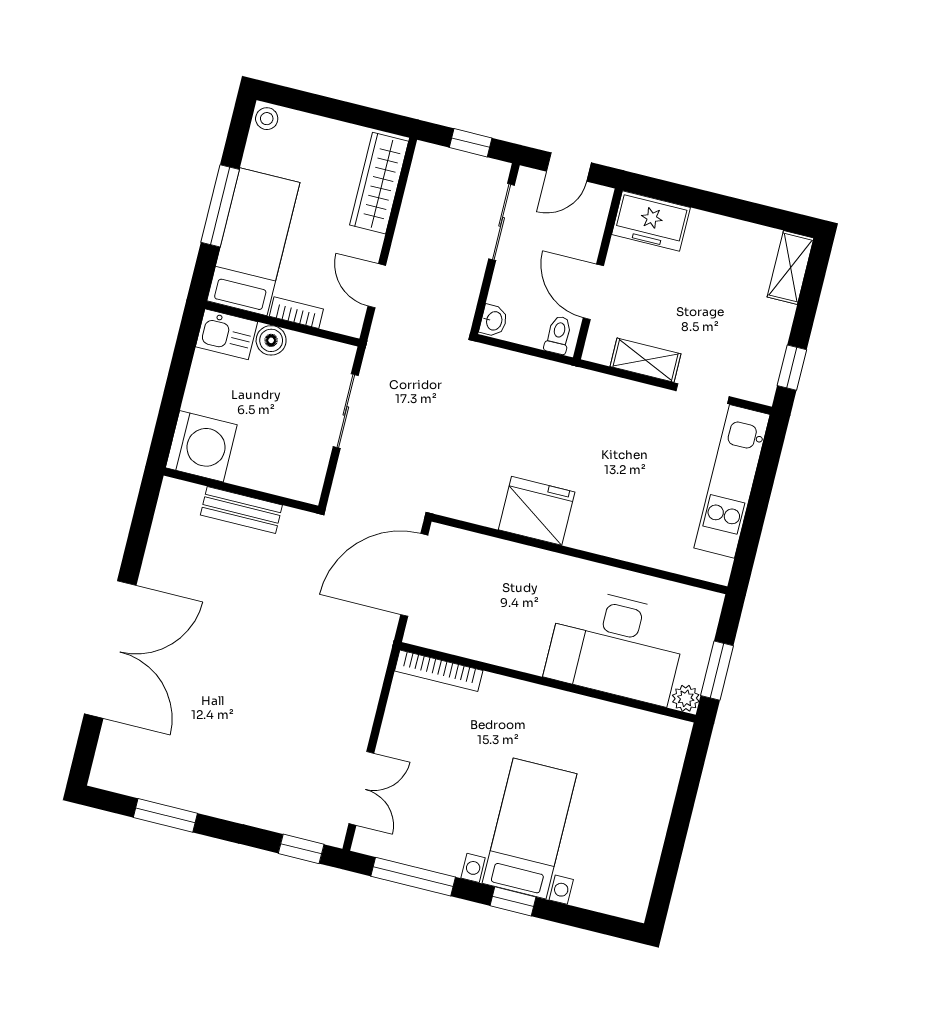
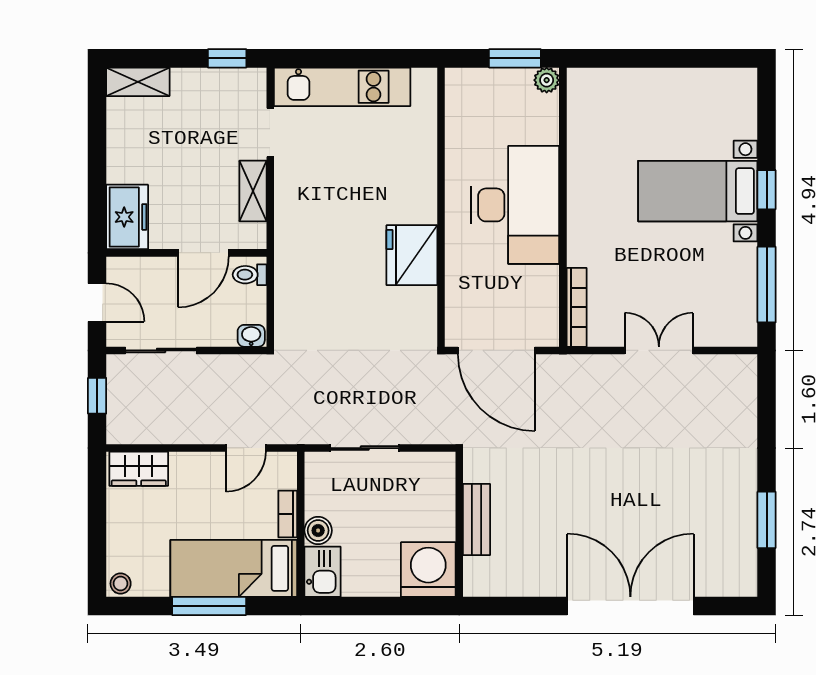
wardrobe: (379, 183) -> (139, 469), width x0.67
desk: (616, 646) -> (515, 205), moved
double door: (361, 788) -> (659, 350), moved
window: (301, 849) -> (767, 391), removed

